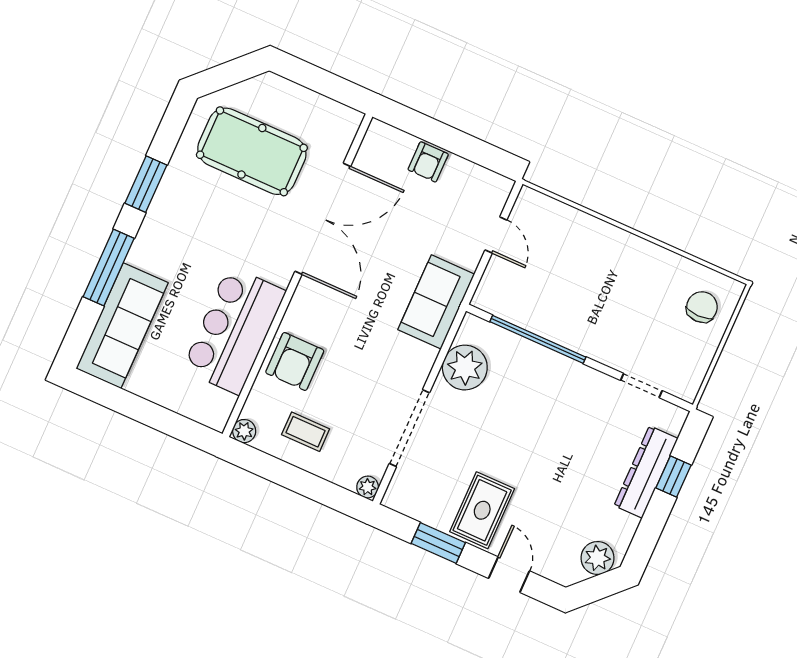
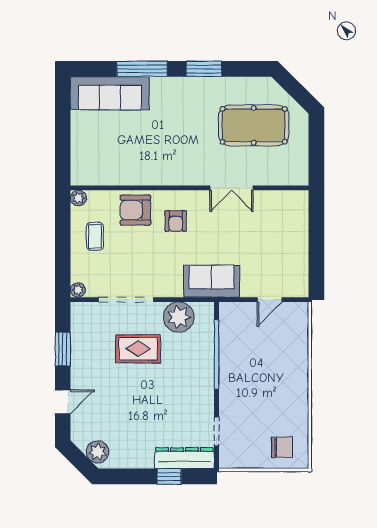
pool table: (252, 151) -> (254, 125), turned 90
armchair: (428, 162) -> (176, 221), moved, turned -90
double door: (323, 219) -> (231, 188), width x0.54
bar counter: (234, 330) -> (138, 164), removed
dresser: (646, 472) -> (184, 458), moved
rug: (482, 510) -> (138, 349), moved

